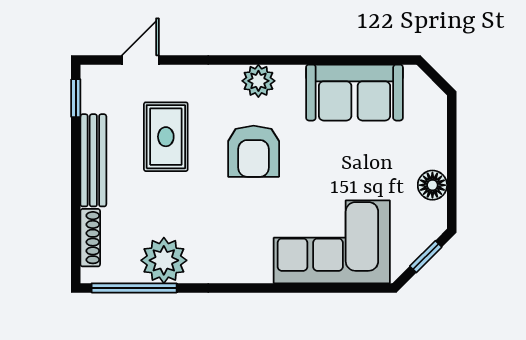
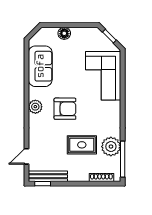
door: (140, 60) -> (26, 156), hinge flipped
rug: (166, 137) -> (82, 145), moved
bench: (93, 160) -> (48, 176), moved
floor lamp: (432, 185) -> (64, 33), moved

